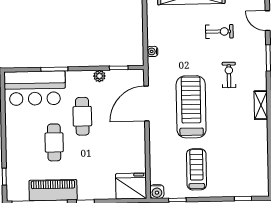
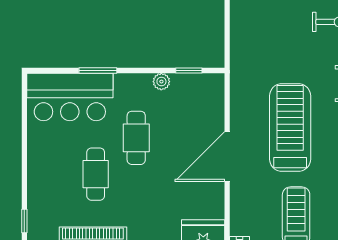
water cooler: (152, 51) -> (237, 48), removed
door: (146, 104) -> (227, 156), moved

